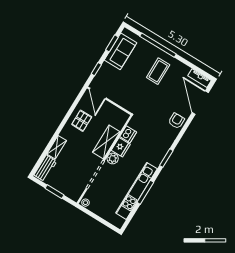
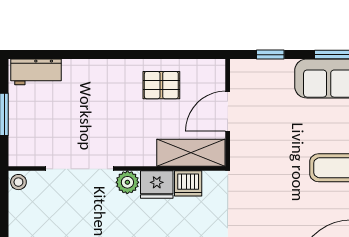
door: (98, 94) -> (228, 111), moved
shelving: (106, 142) -> (191, 153), moved
shelving: (57, 147) -> (86, 69), removed

